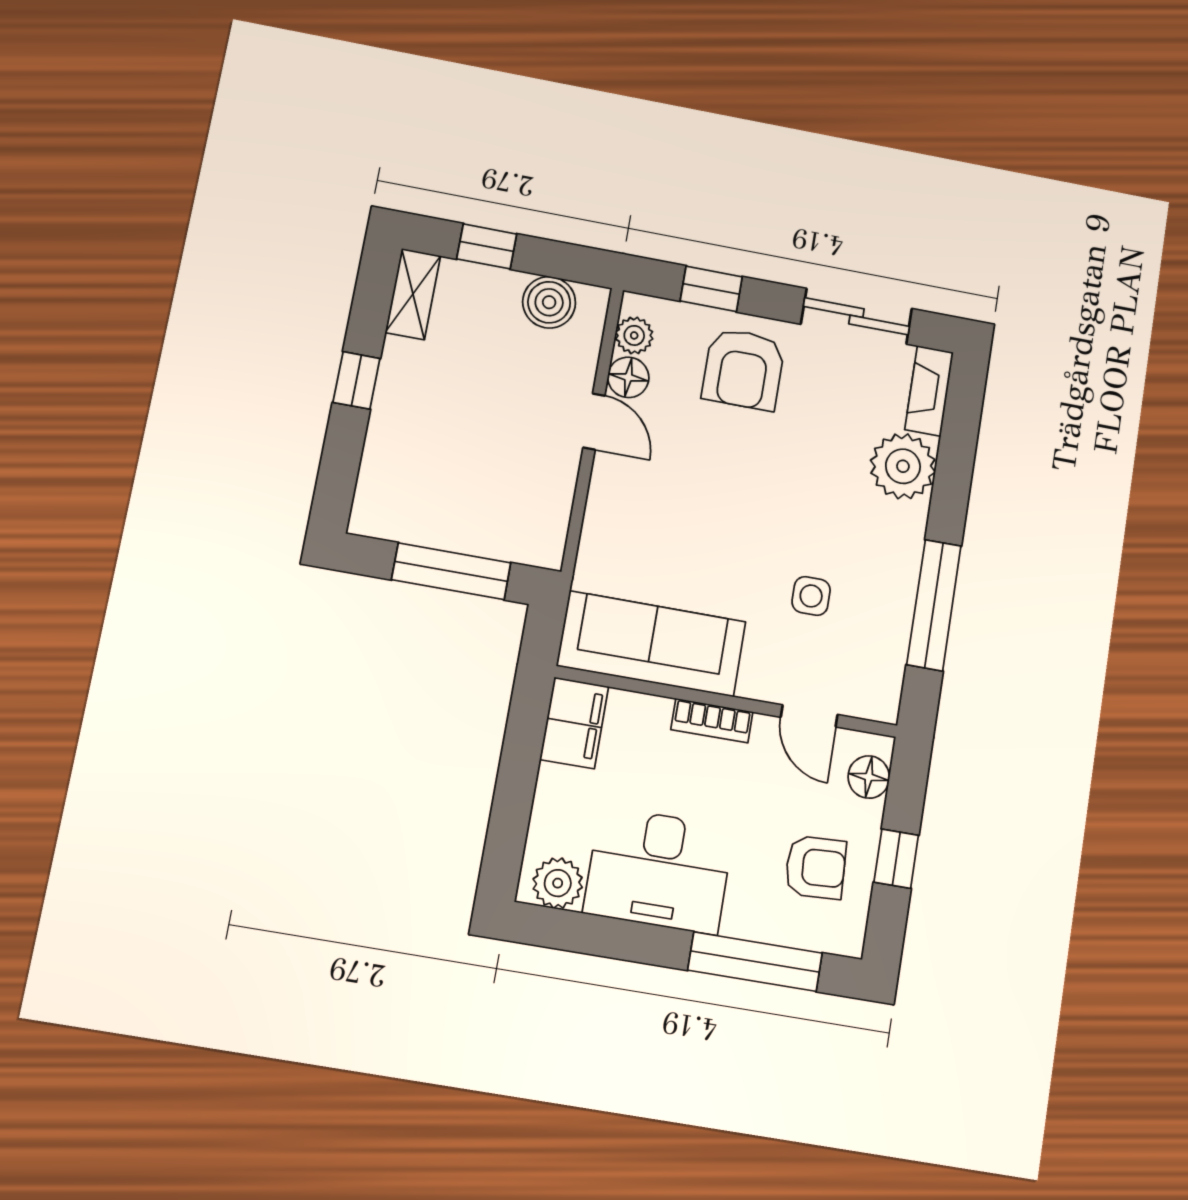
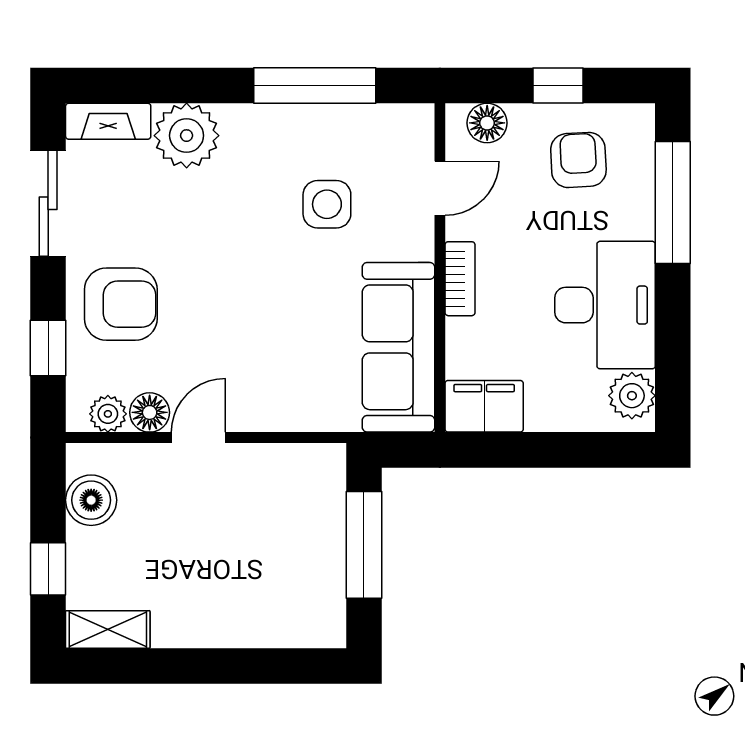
window: (356, 380) -> (201, 666), removed
side table: (811, 596) -> (327, 204), width x1.37, depth x1.37

